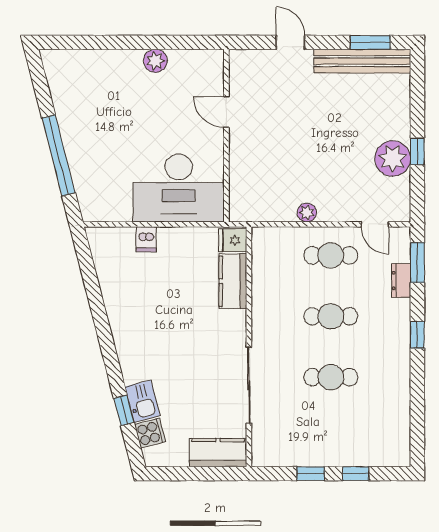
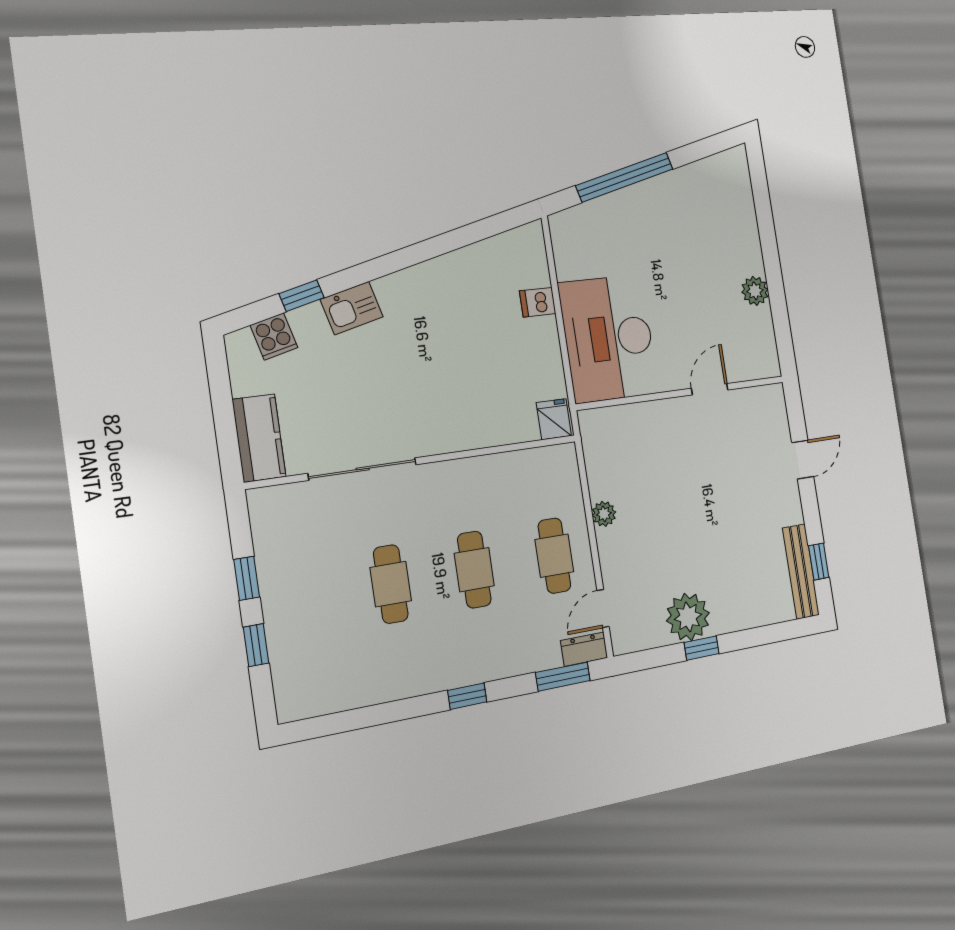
window: (370, 42) -> (819, 562), width x0.67
bench: (362, 61) -> (801, 571), width x0.73, depth x0.82
dresser: (401, 280) -> (584, 649), moved
kitchen counter: (233, 281) -> (501, 427), removed
kitchen sink: (142, 401) -> (352, 308), moved

